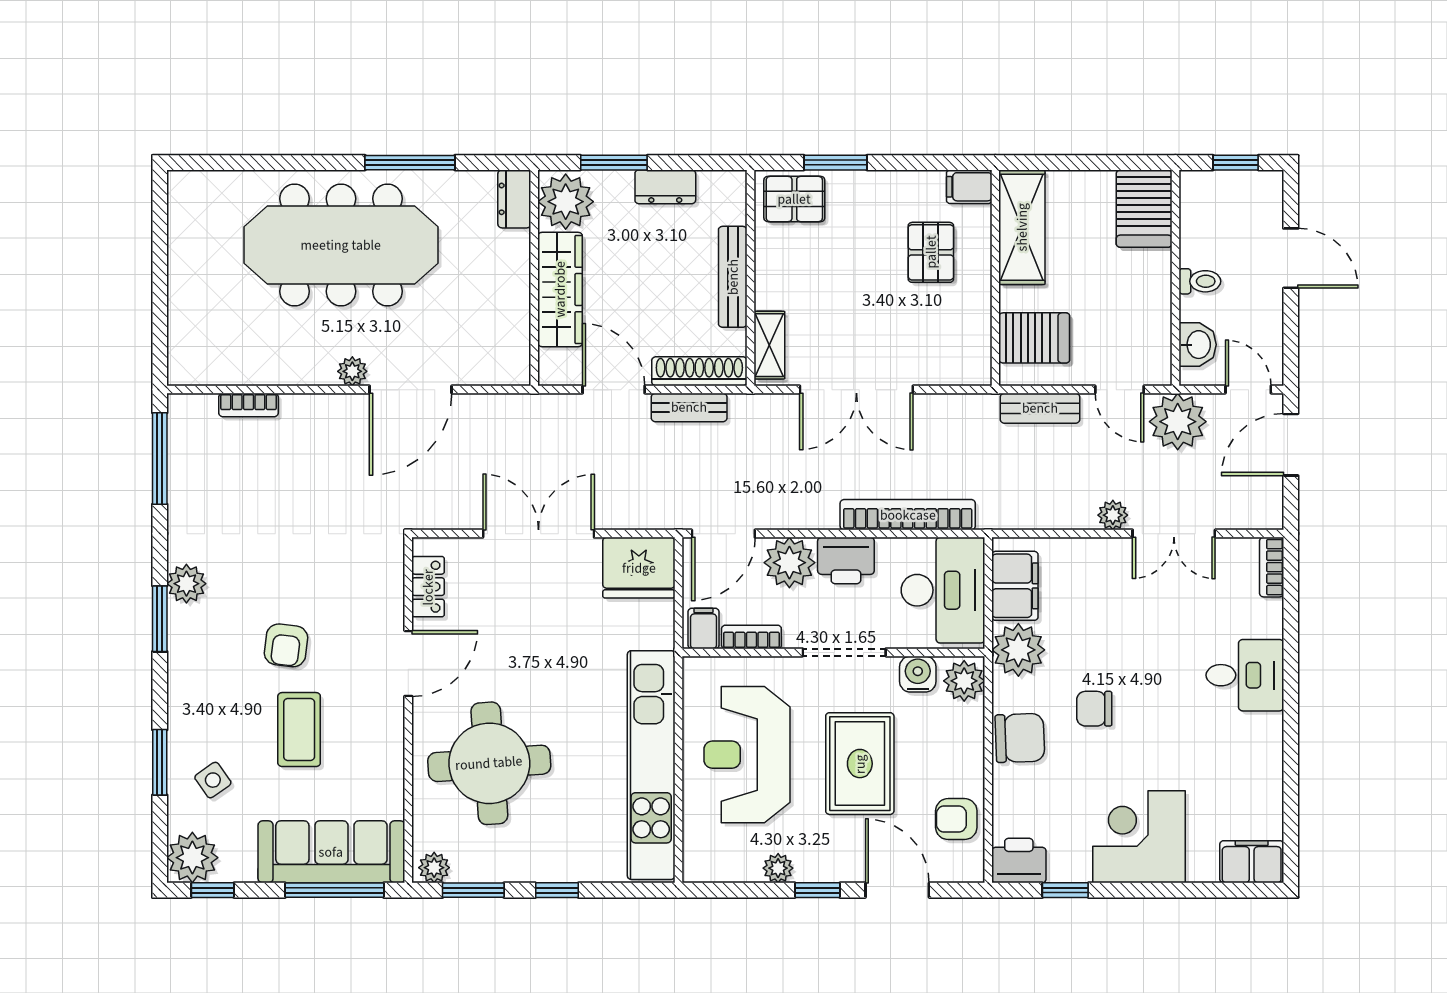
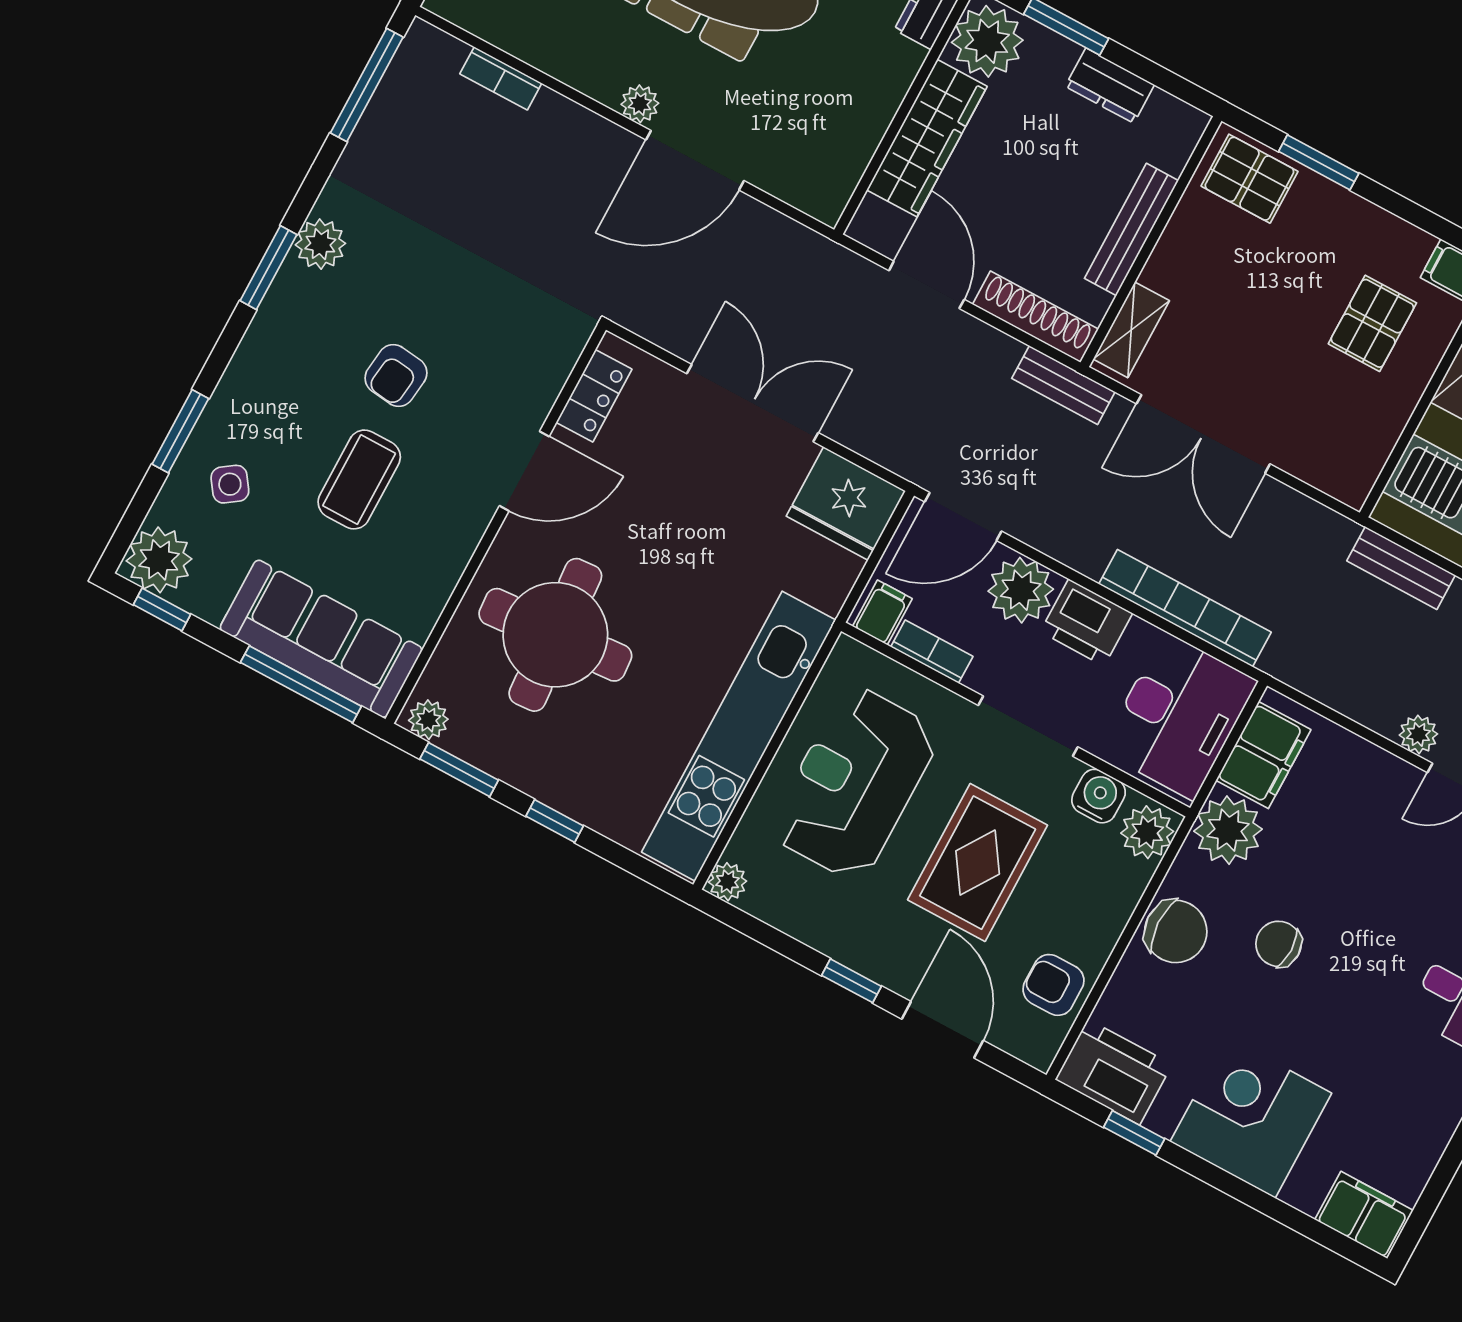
bench: (689, 407) -> (1063, 385), moved
printer: (1019, 861) -> (1114, 1072), width x1.37, depth x1.19
plant: (778, 868) -> (728, 882), moved

